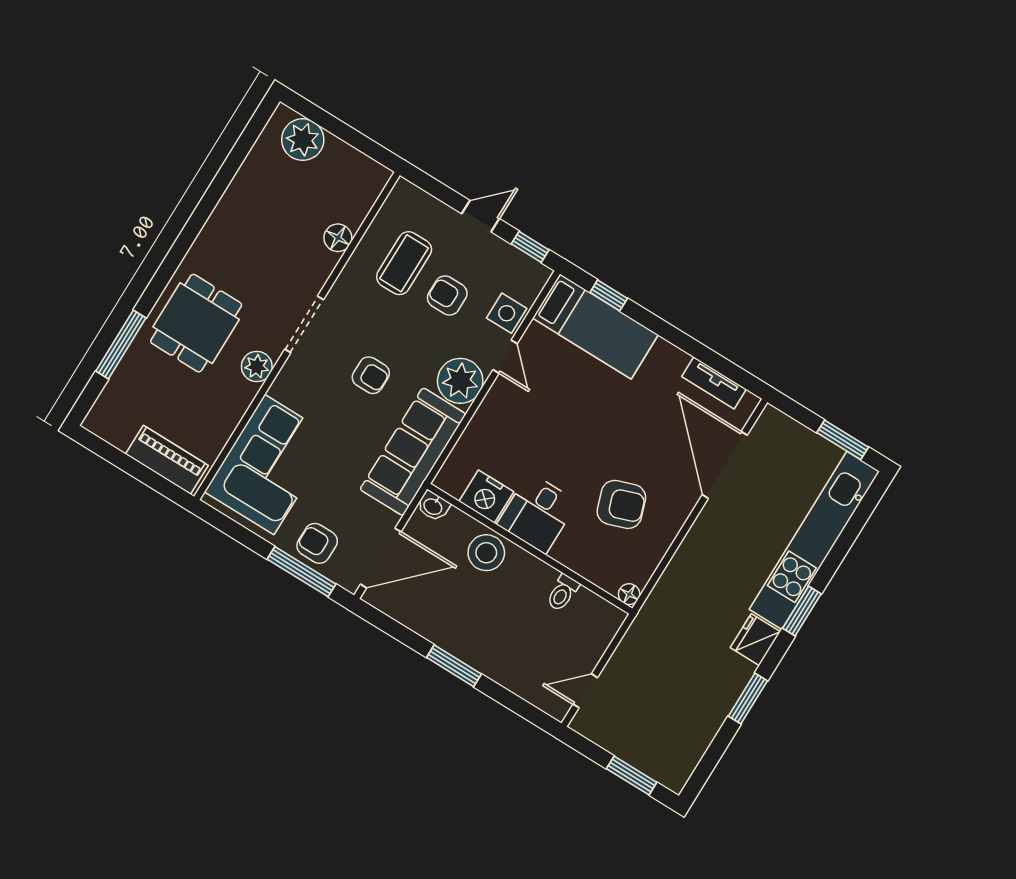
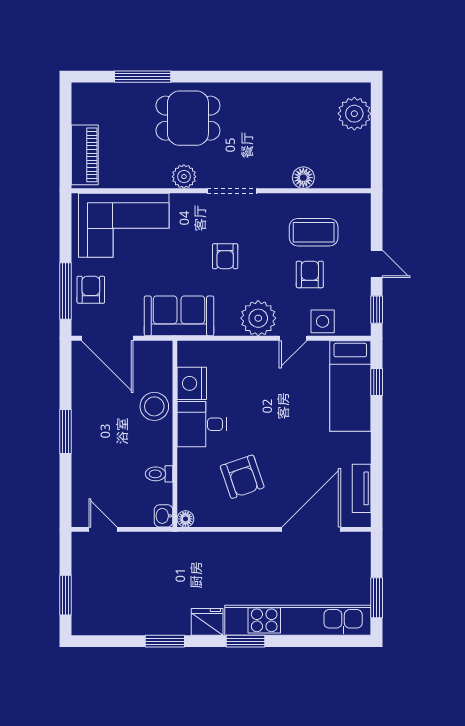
sofa: (413, 452) -> (179, 316), width x0.73
washbasin: (433, 506) -> (164, 516), moved

